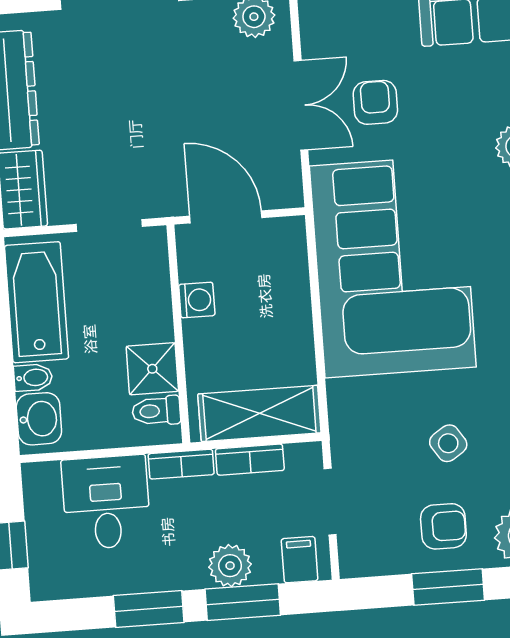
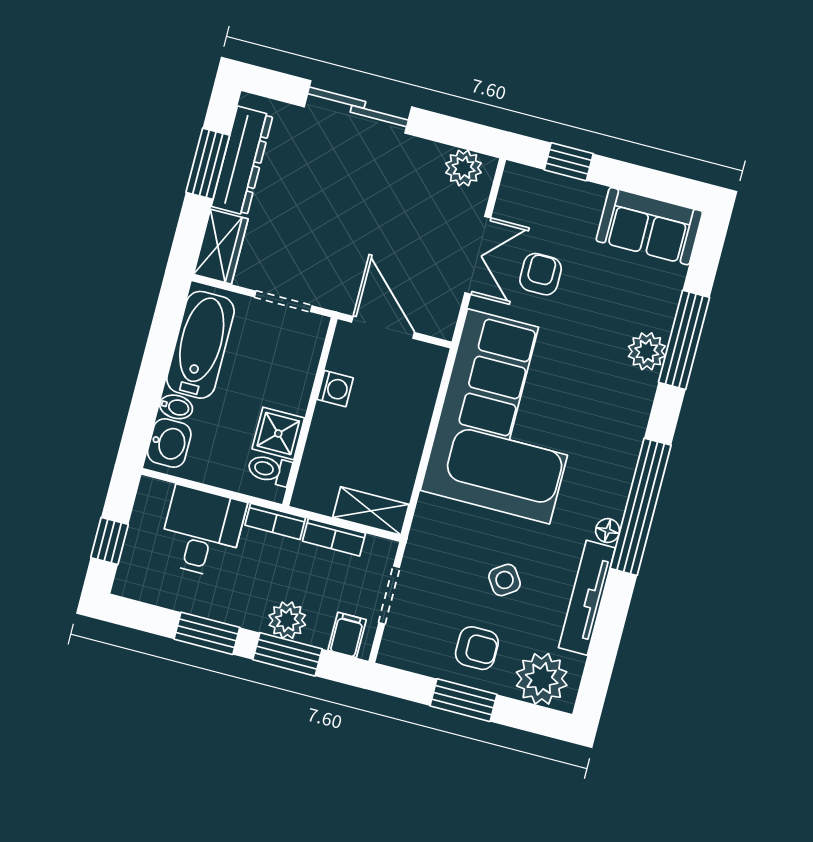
shelving: (259, 413) -> (371, 511), width x0.67, depth x0.75

